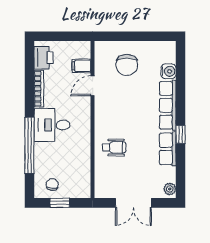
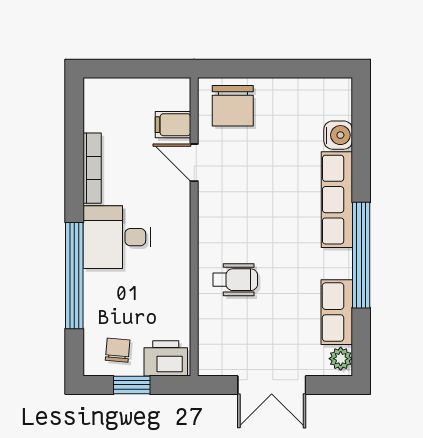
printer: (43, 58) -> (166, 358), moved, turned -90
chair: (127, 65) -> (233, 106), moved
door: (93, 86) -> (194, 163), hinge flipped
window: (181, 134) -> (361, 255), width x3.17
row of seats: (168, 149) -> (337, 312), moved

